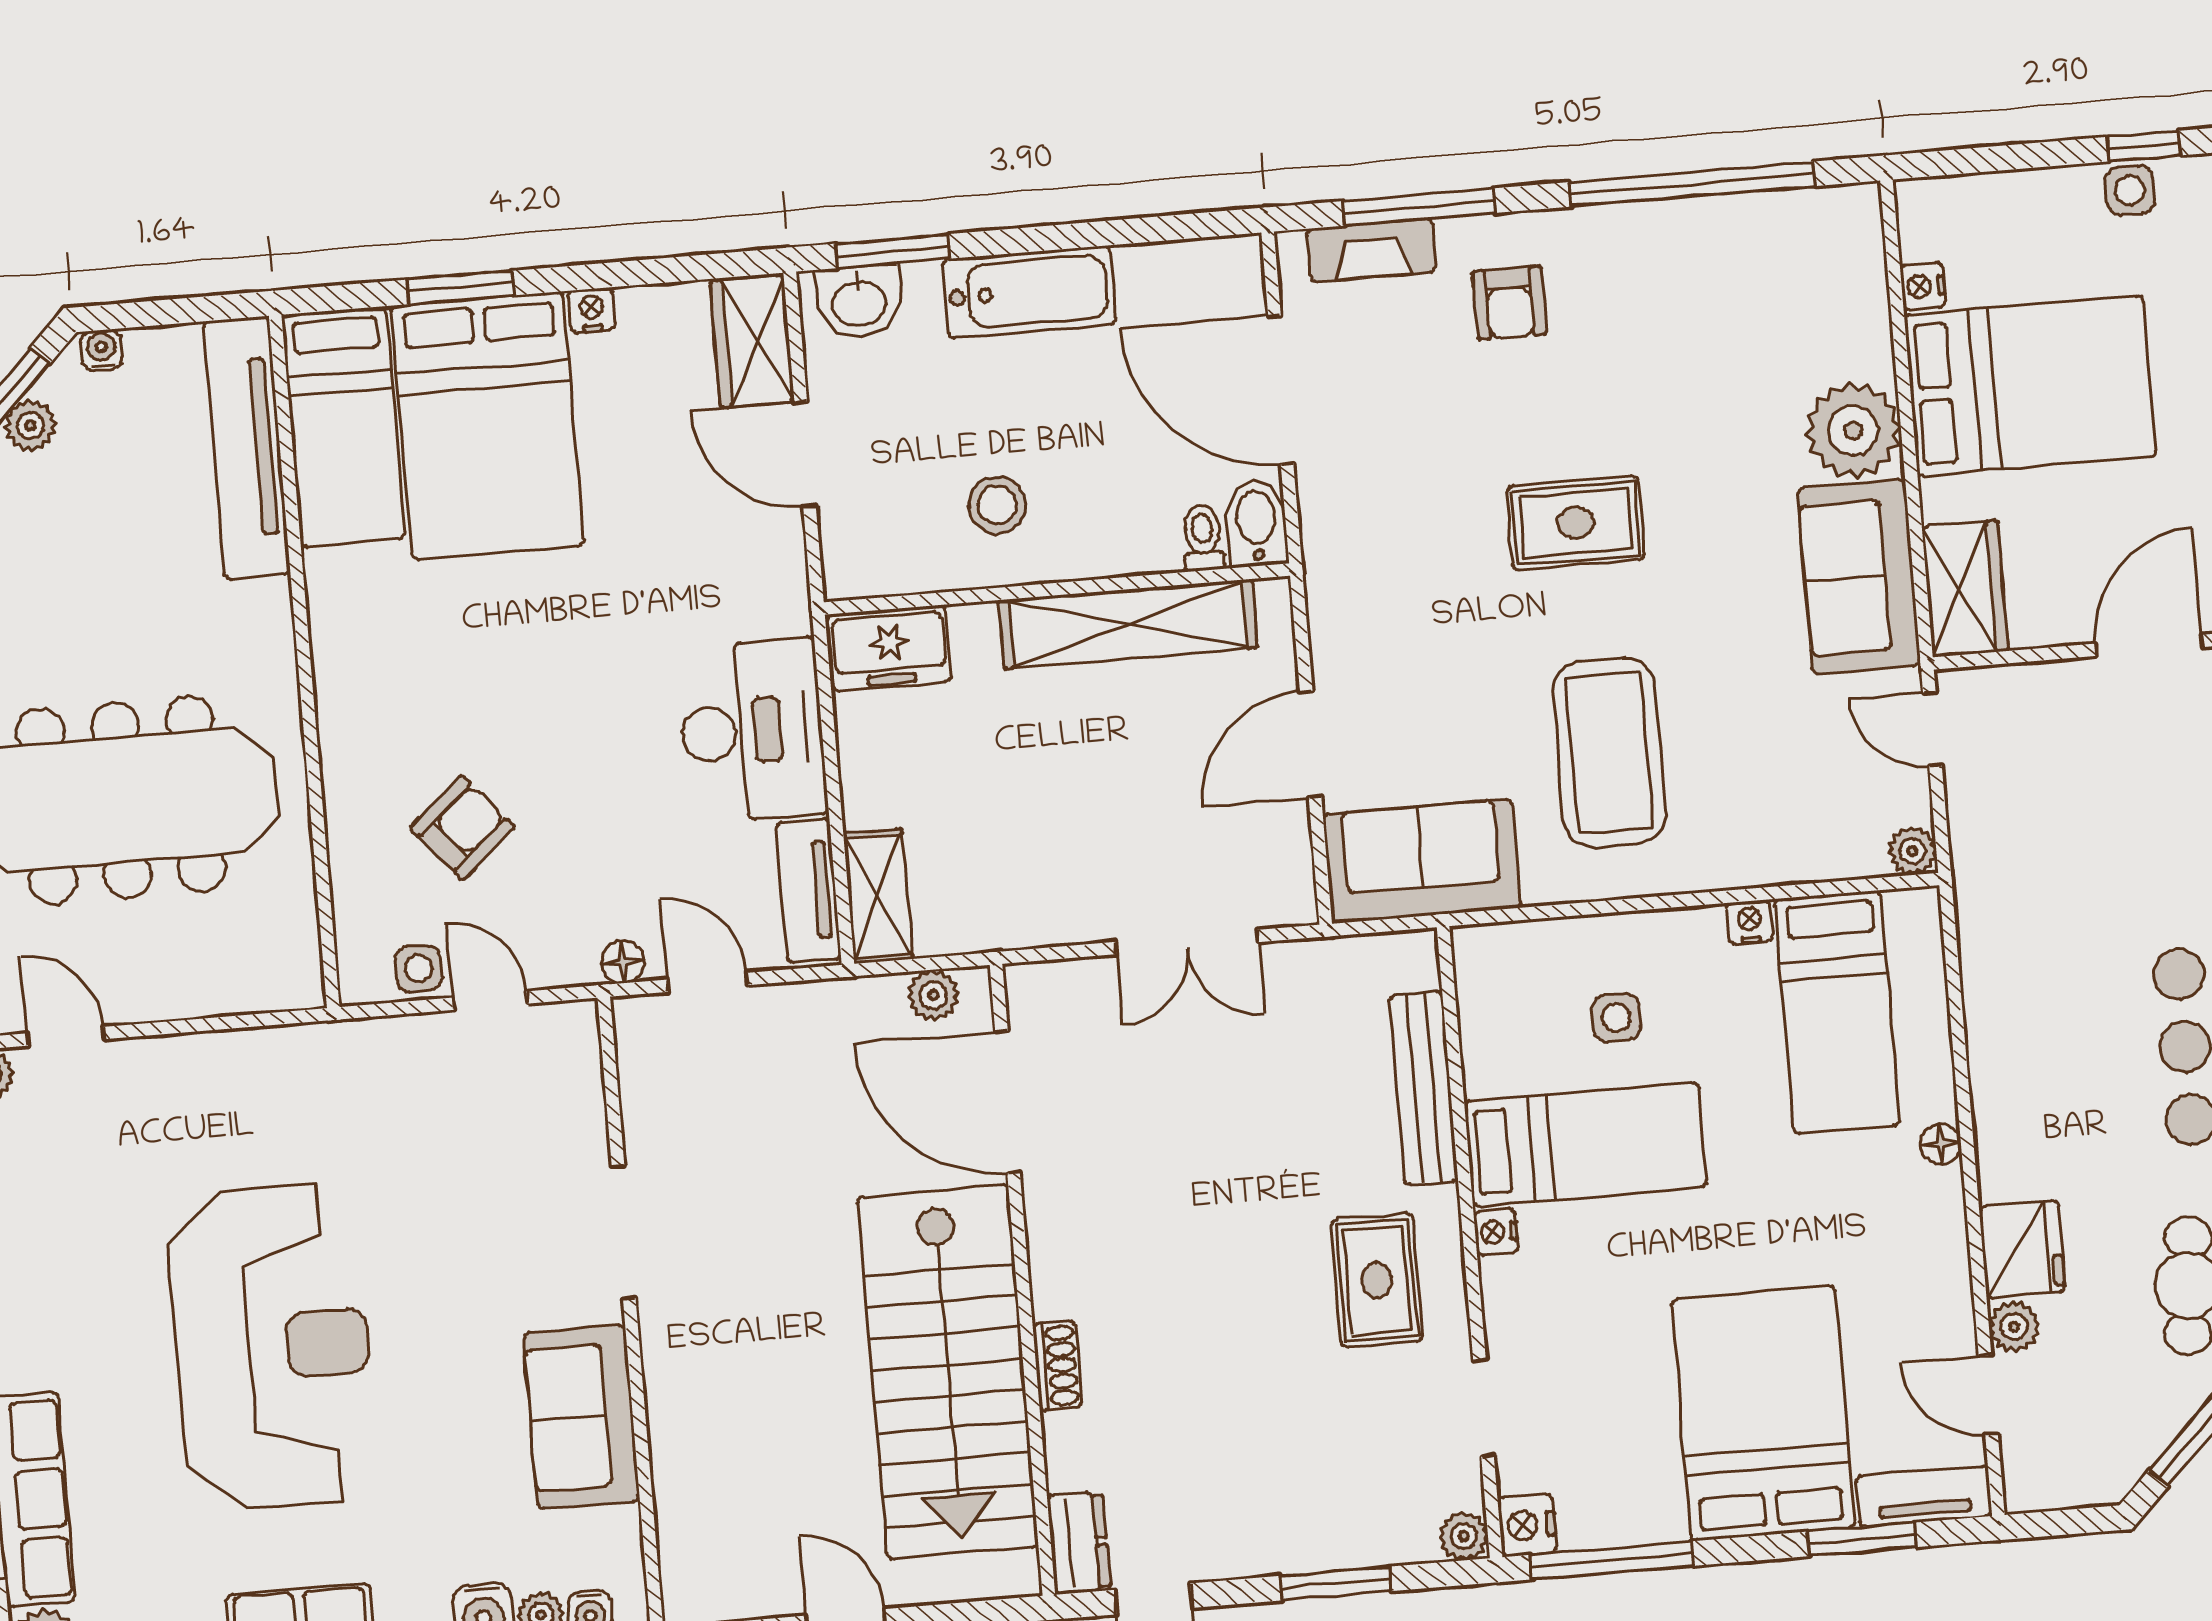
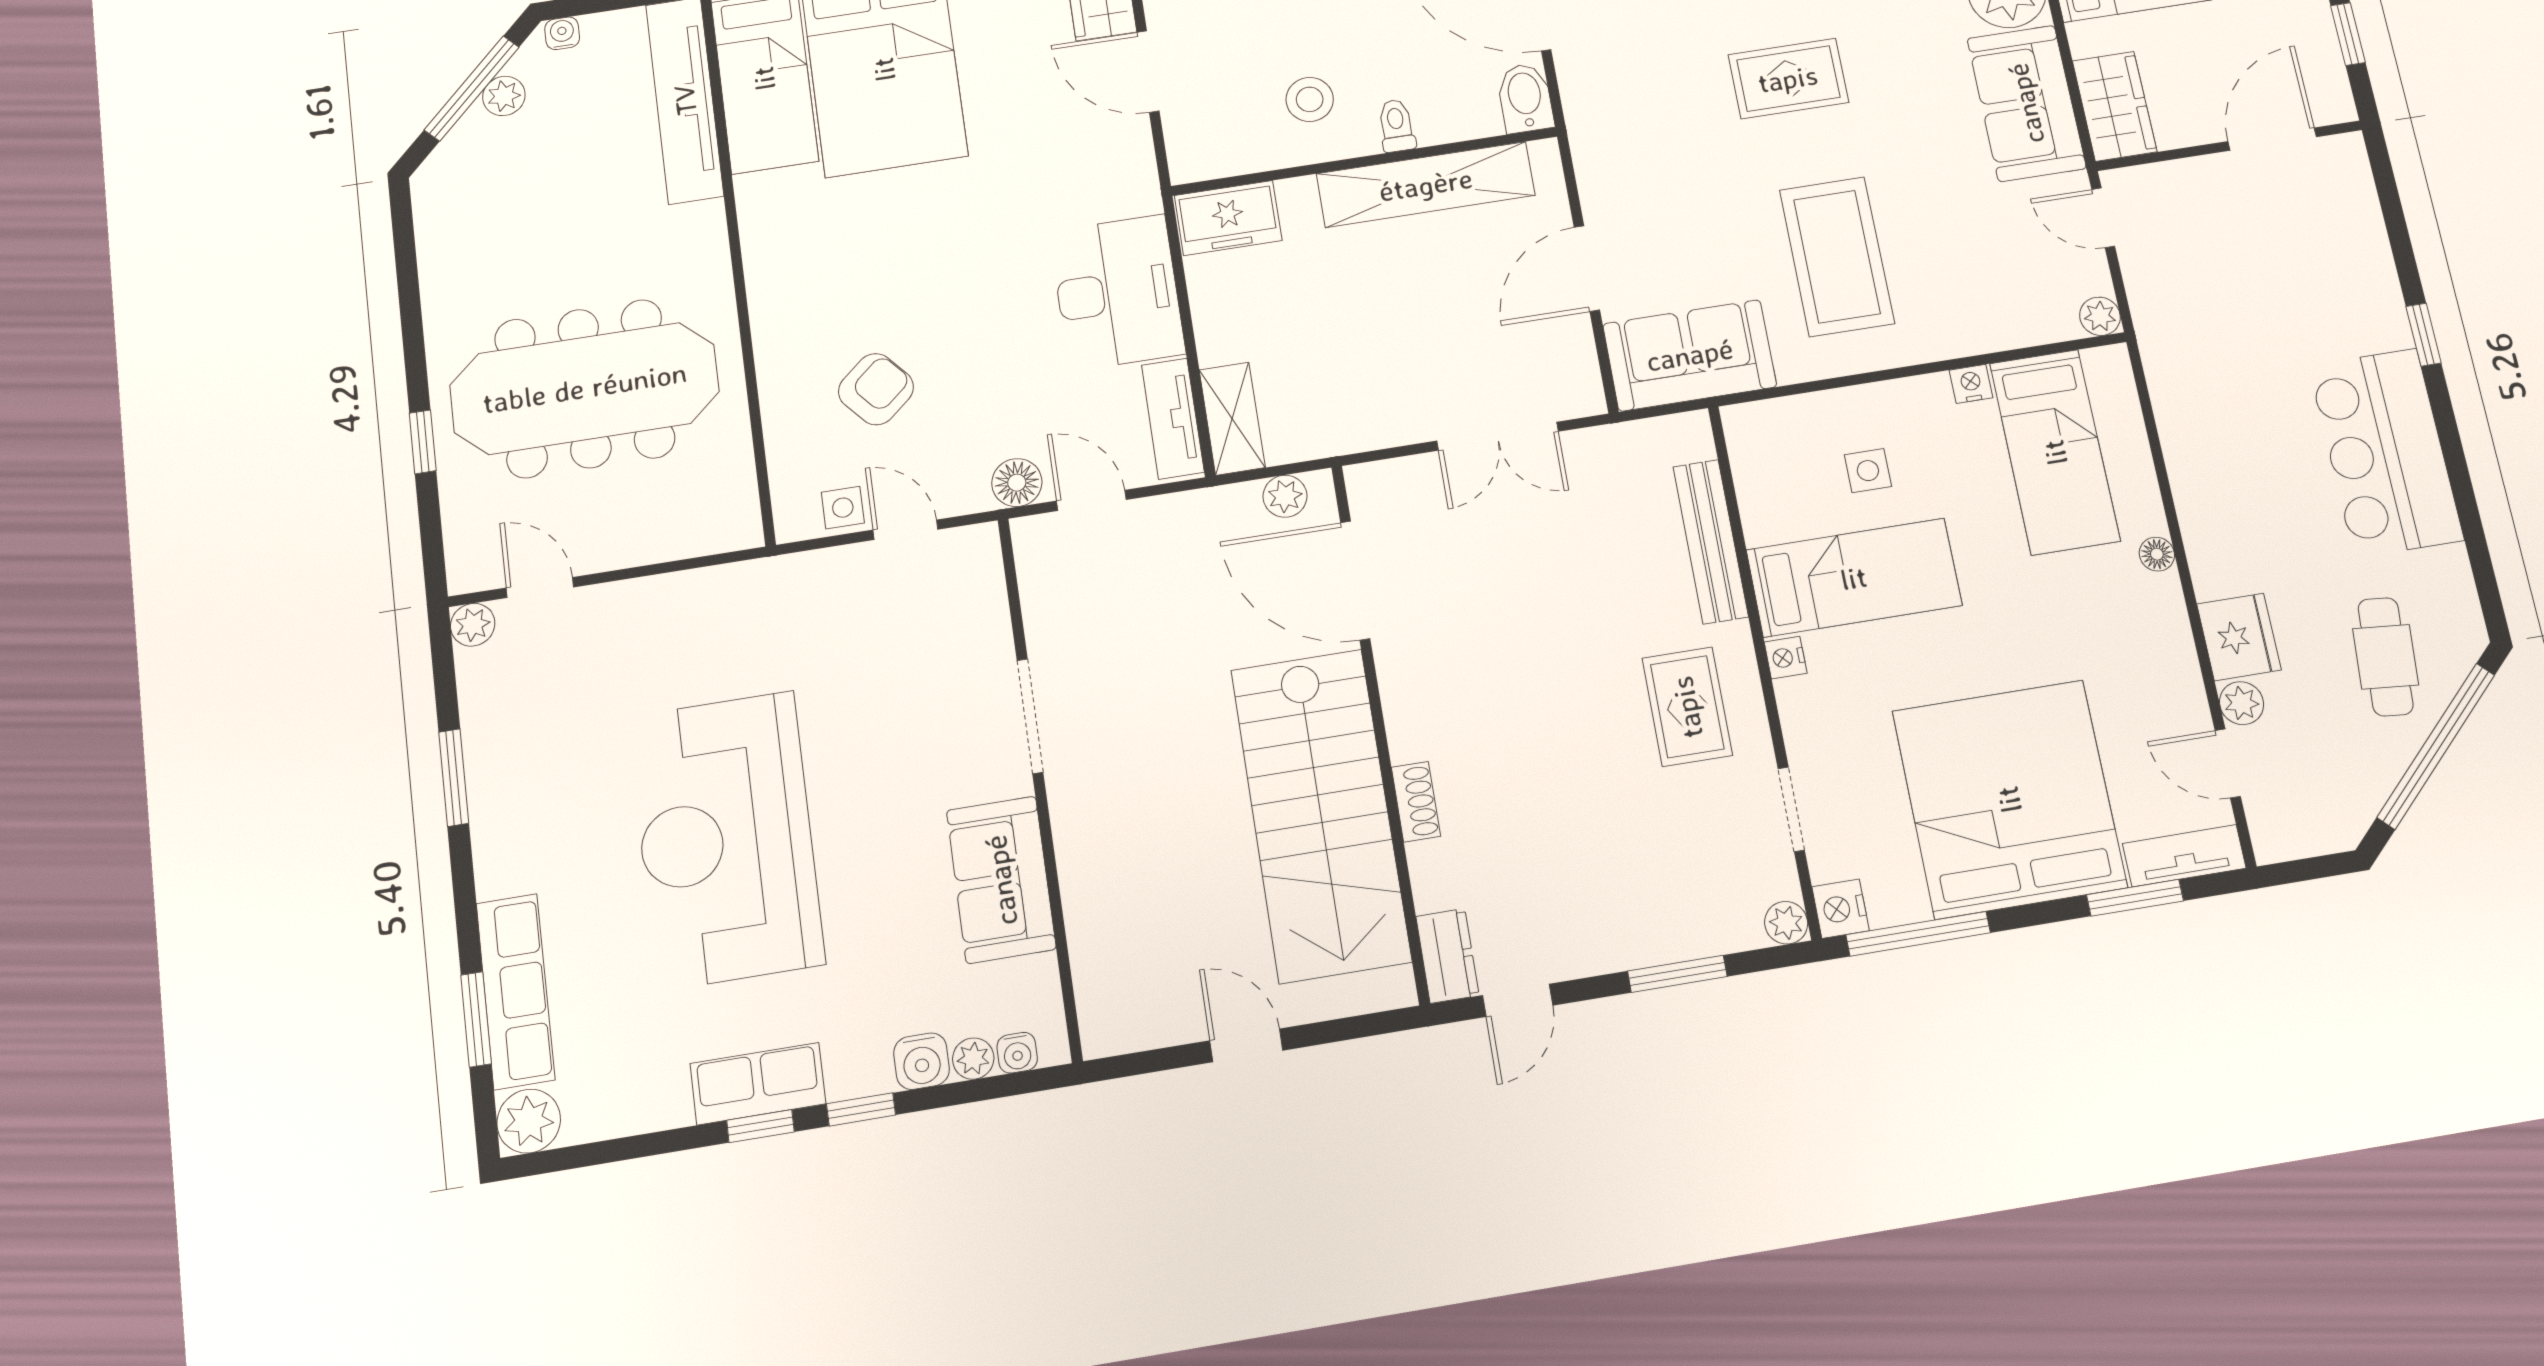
toilet: (1203, 538) -> (1396, 126), moved
floor lamp: (623, 962) -> (1017, 483), width x1.37, depth x1.37
reception desk: (272, 1347) -> (726, 840), turned 180
bed: (1763, 1413) -> (2009, 799), width x1.36

